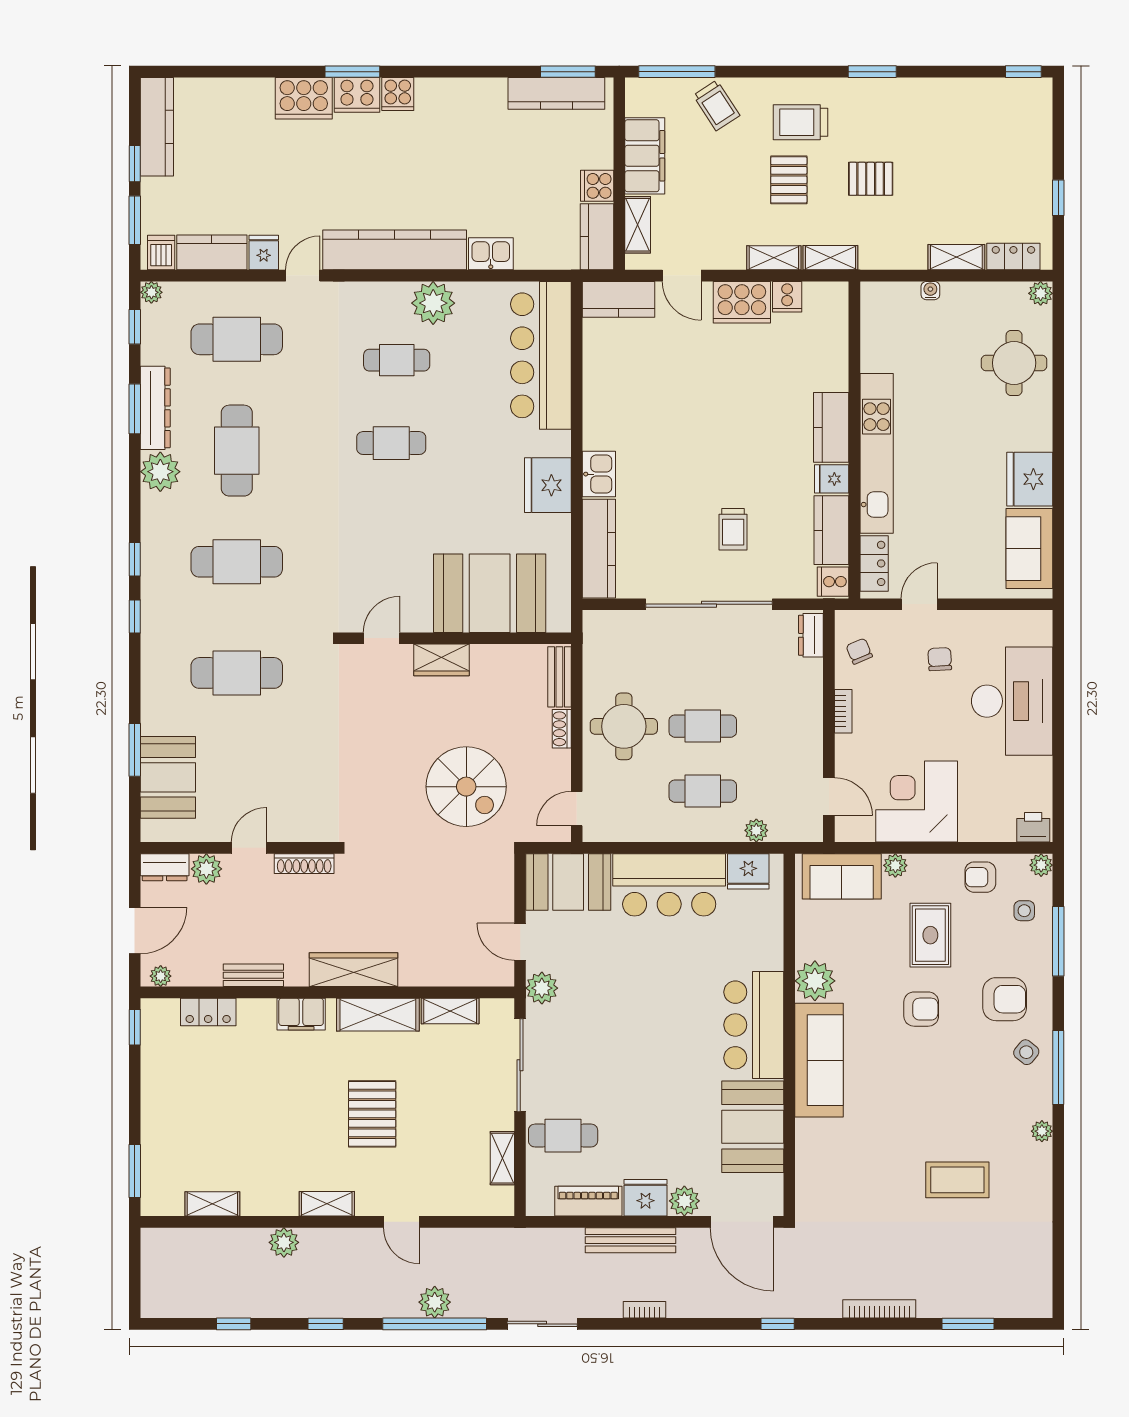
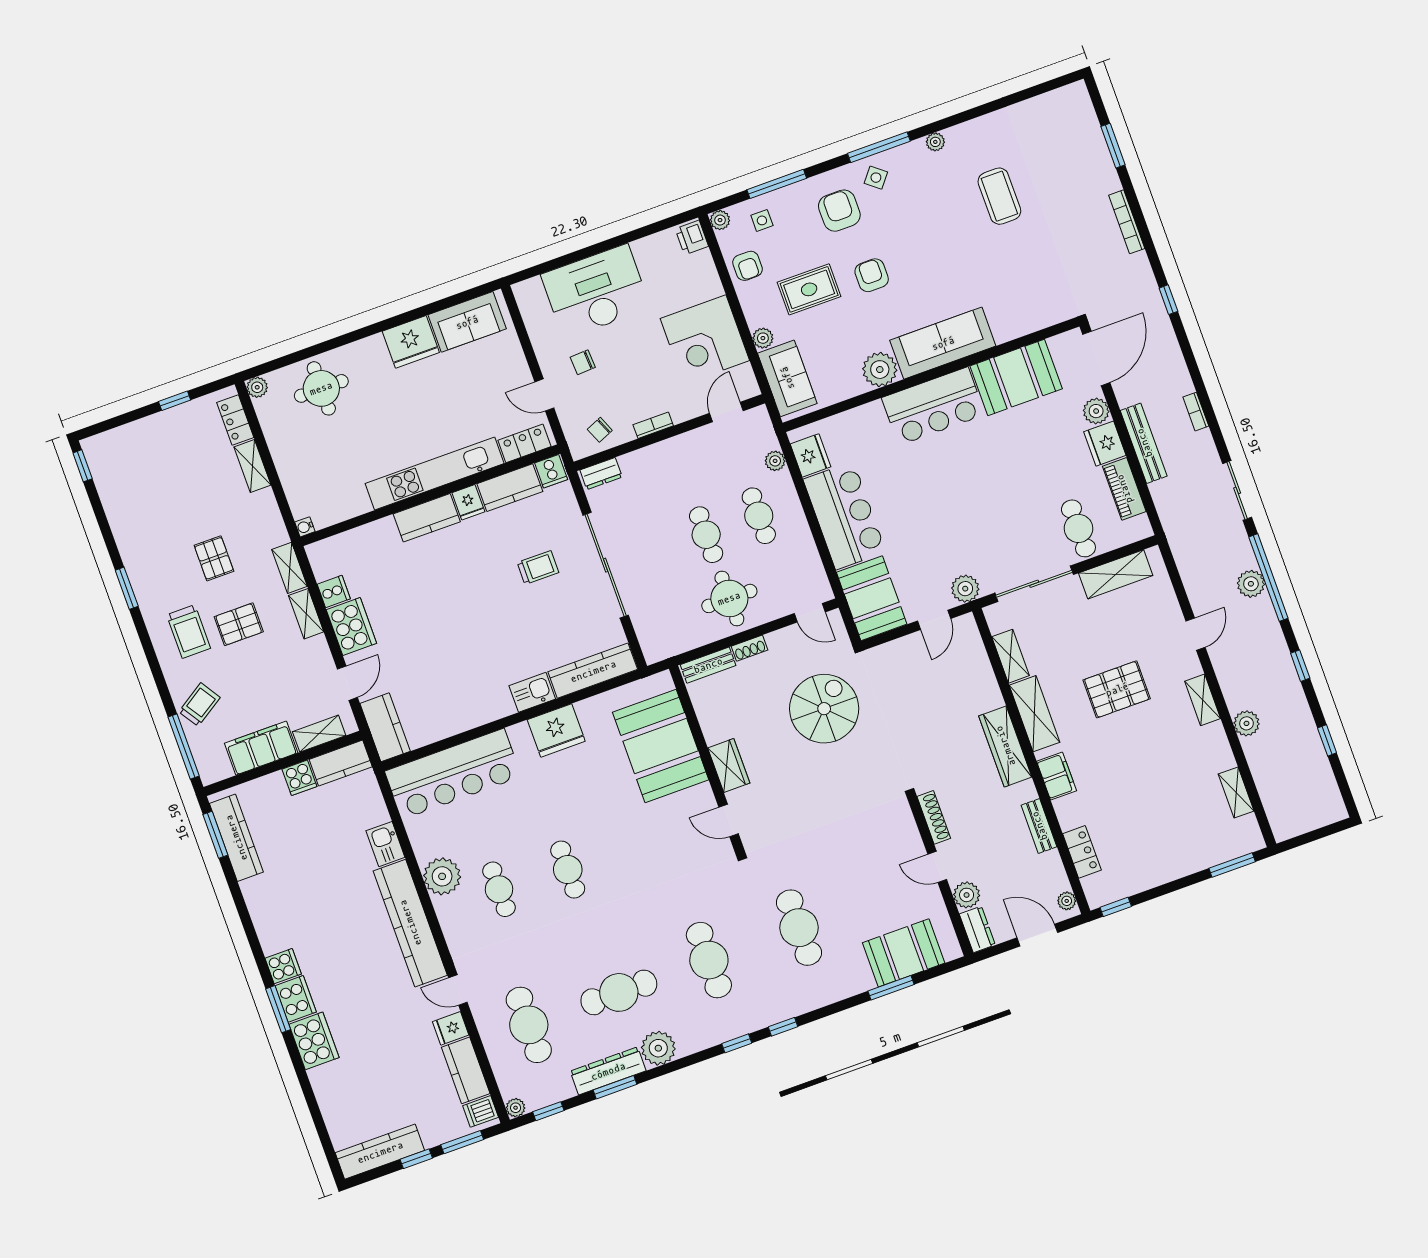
water cooler: (930, 291) -> (305, 527), moved
shelving: (502, 1158) -> (1116, 574), width x1.50, depth x1.33

